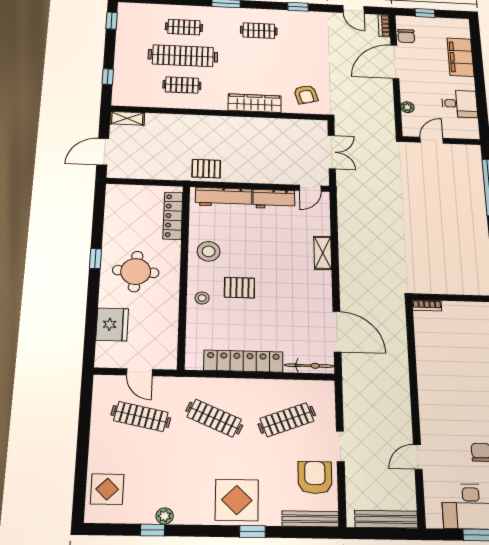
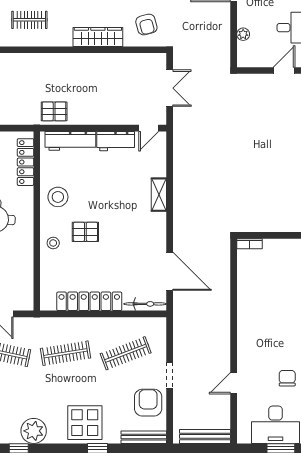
door: (432, 140) -> (284, 71), moved
clothes rail: (214, 418) -> (66, 353), turned -33
plant: (165, 516) -> (34, 431), width x1.87, depth x1.87

